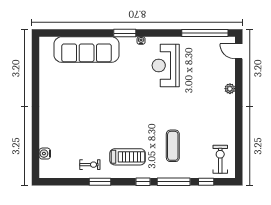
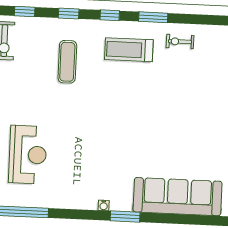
reception desk: (166, 65) -> (28, 155), moved
window: (100, 182) -> (153, 17), moved
window: (174, 182) -> (69, 13), width x0.46

